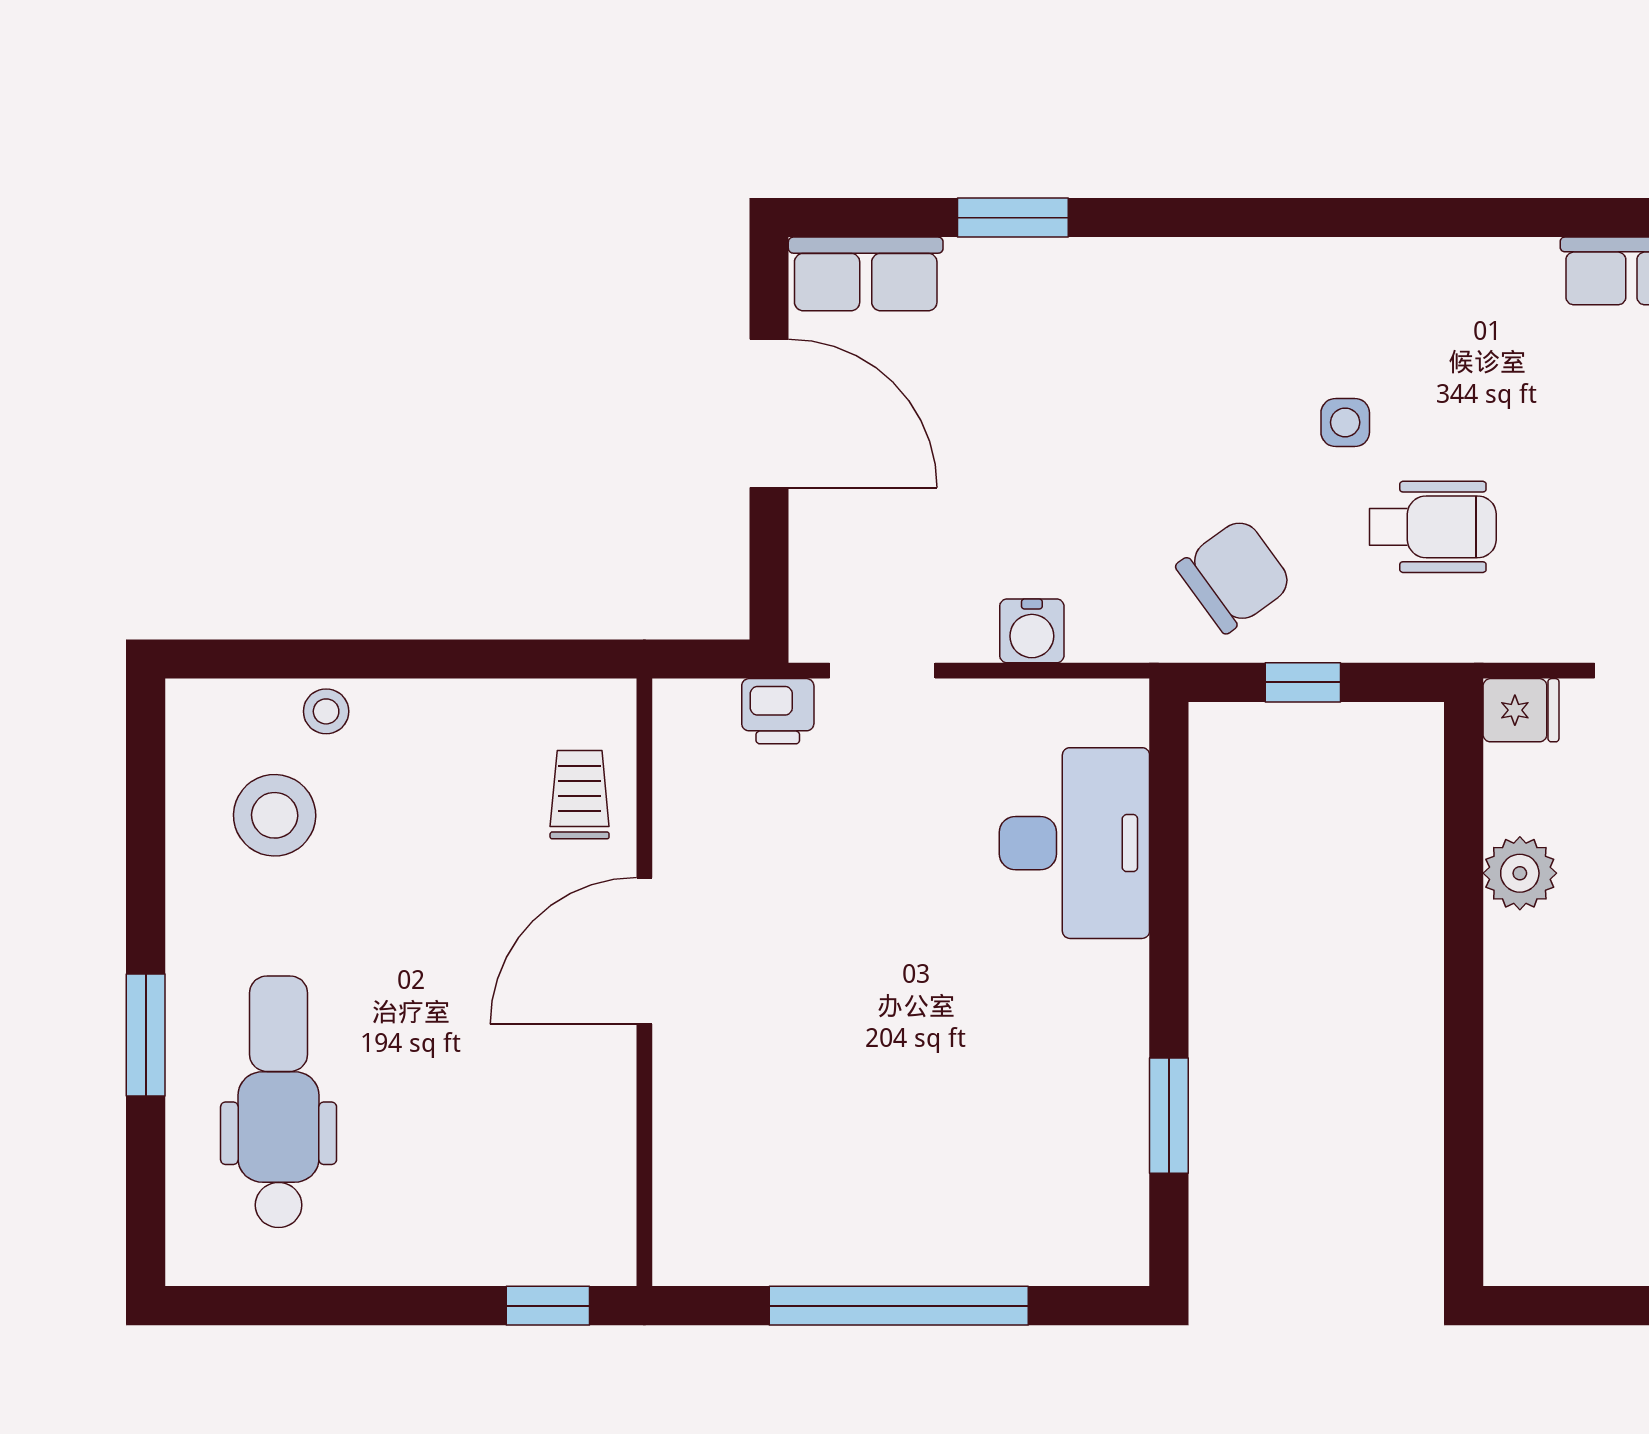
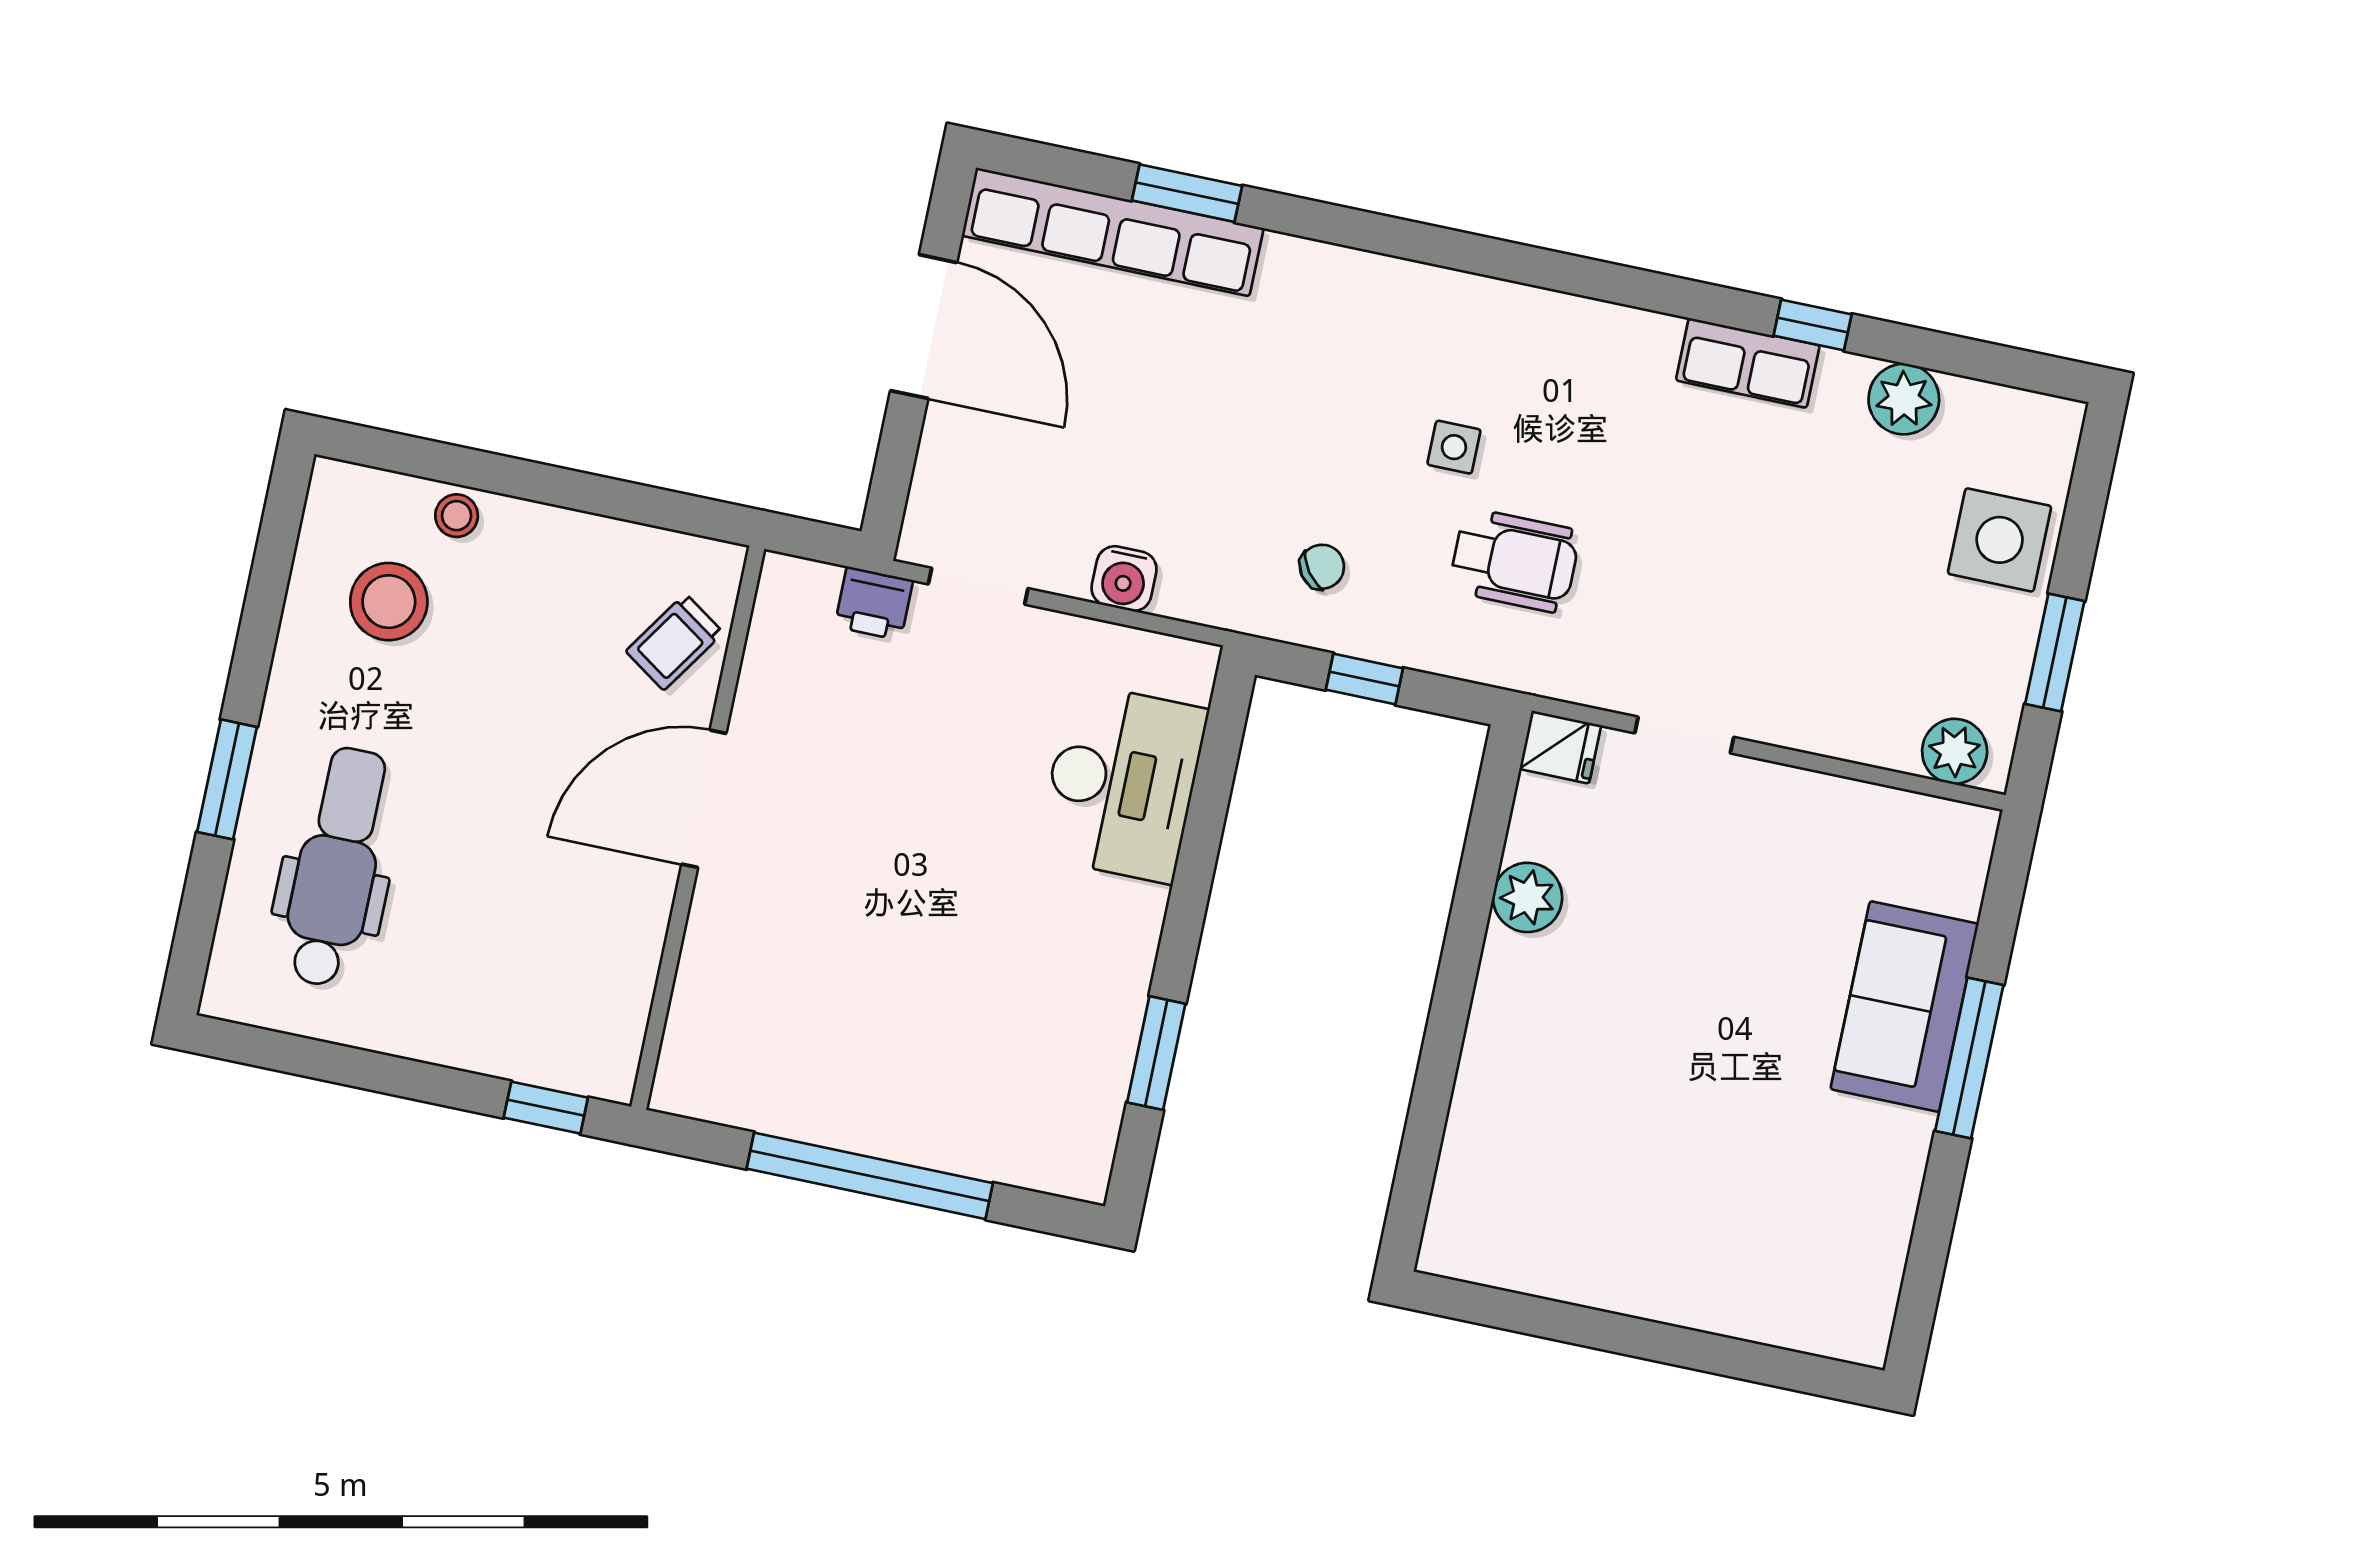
row of seats: (866, 274) -> (1113, 232), width x2.02
chair: (1234, 575) -> (1322, 567), width x0.54, depth x0.54
trolley: (580, 795) -> (675, 642), turned -146

